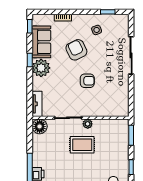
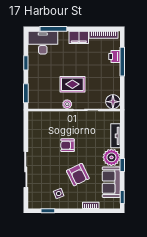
tv unit: (37, 104) -> (115, 136), moved

